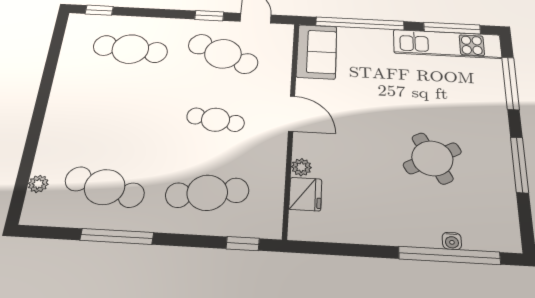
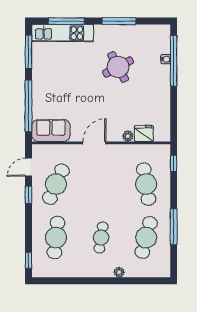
kitchen unit: (447, 44) -> (63, 33), moved, turned 90
cafe table: (215, 120) -> (101, 238), moved
plant: (38, 184) -> (119, 272), moved

